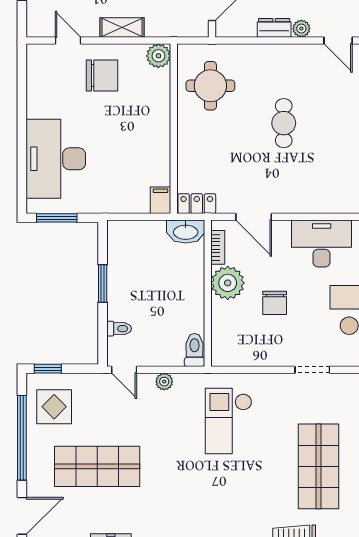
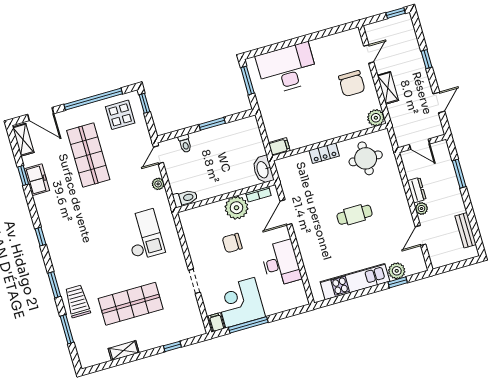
locker: (197, 204) -> (324, 153), moved, turned 90
checkout: (229, 421) -> (144, 235), turned 90

